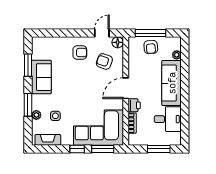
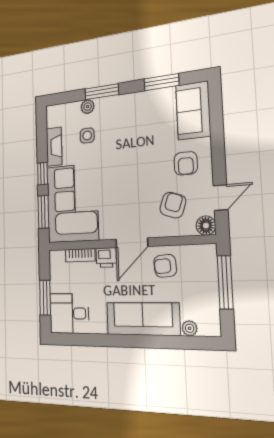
door: (102, 33) -> (221, 198), hinge flipped
armchair: (151, 47) -> (165, 266), moved
sofa: (41, 77) -> (193, 111), moved, turned 90
door: (126, 88) -> (132, 243), swing flipped
desk: (168, 119) -> (69, 313), moved, turned 90
fireplace: (48, 140) -> (54, 147), moved

